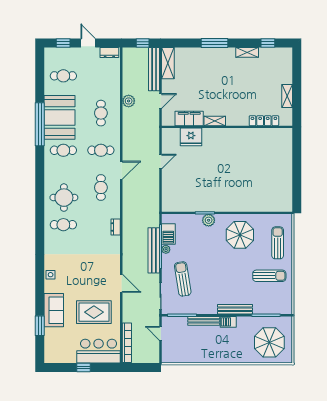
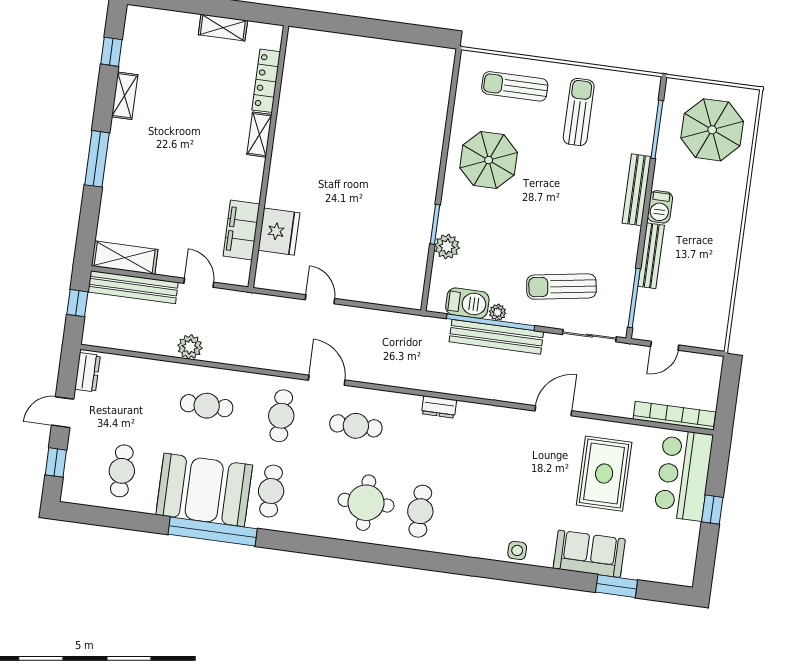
shelving: (215, 121) -> (259, 135), moved
plant: (209, 220) -> (447, 247), moved

